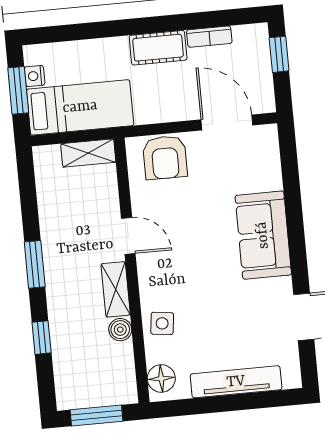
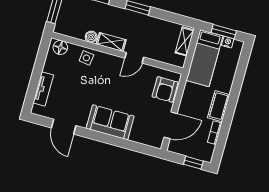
shelving: (88, 153) -> (185, 41), moved
armchair: (165, 157) -> (165, 89), turned -90
tv unit: (236, 382) -> (43, 89), width x0.71

